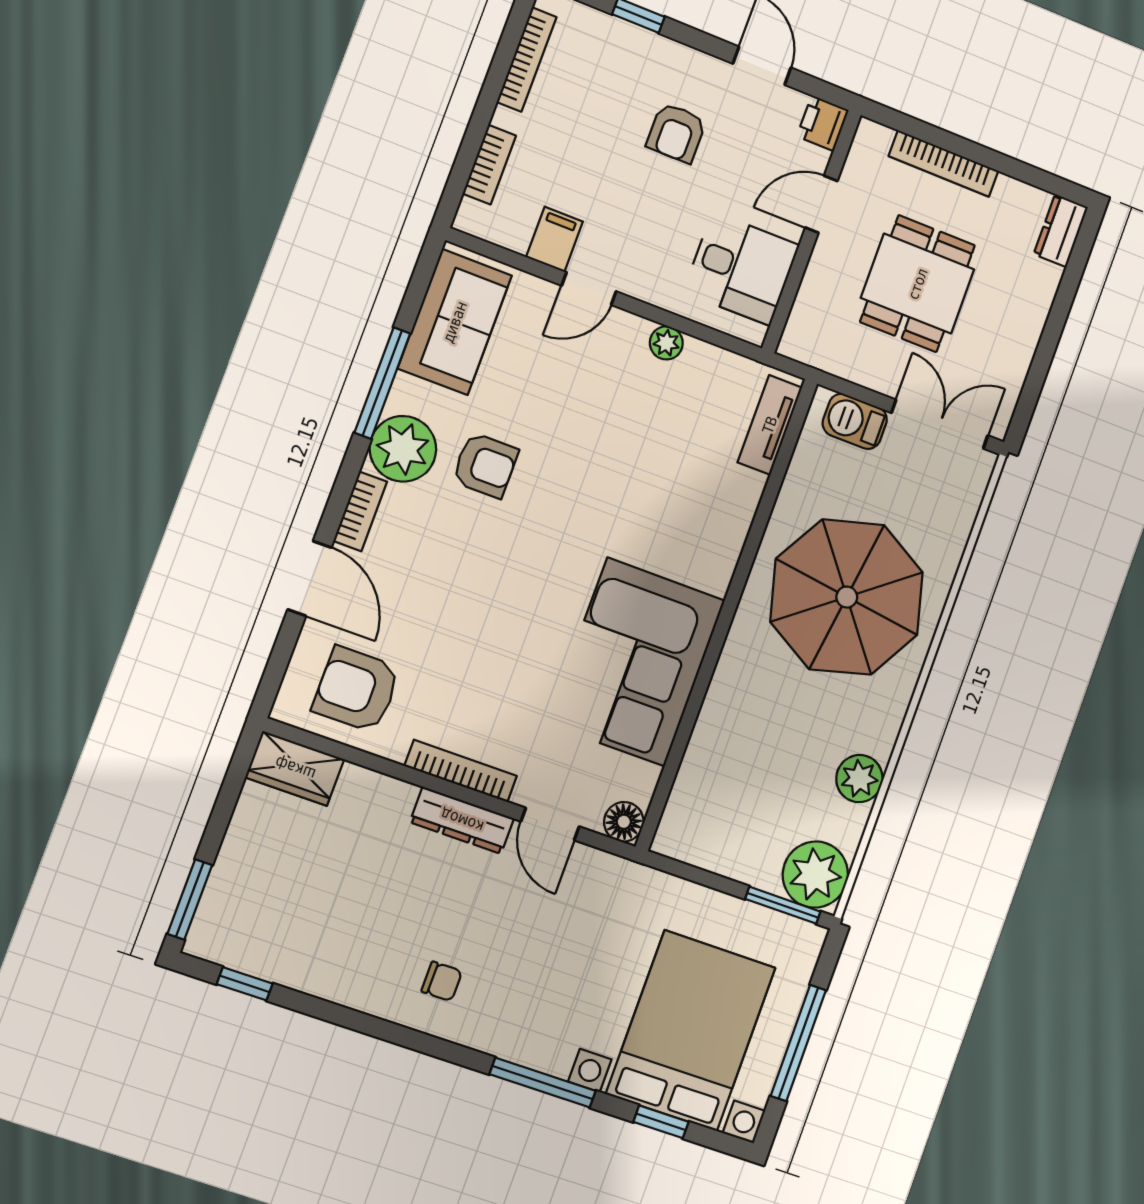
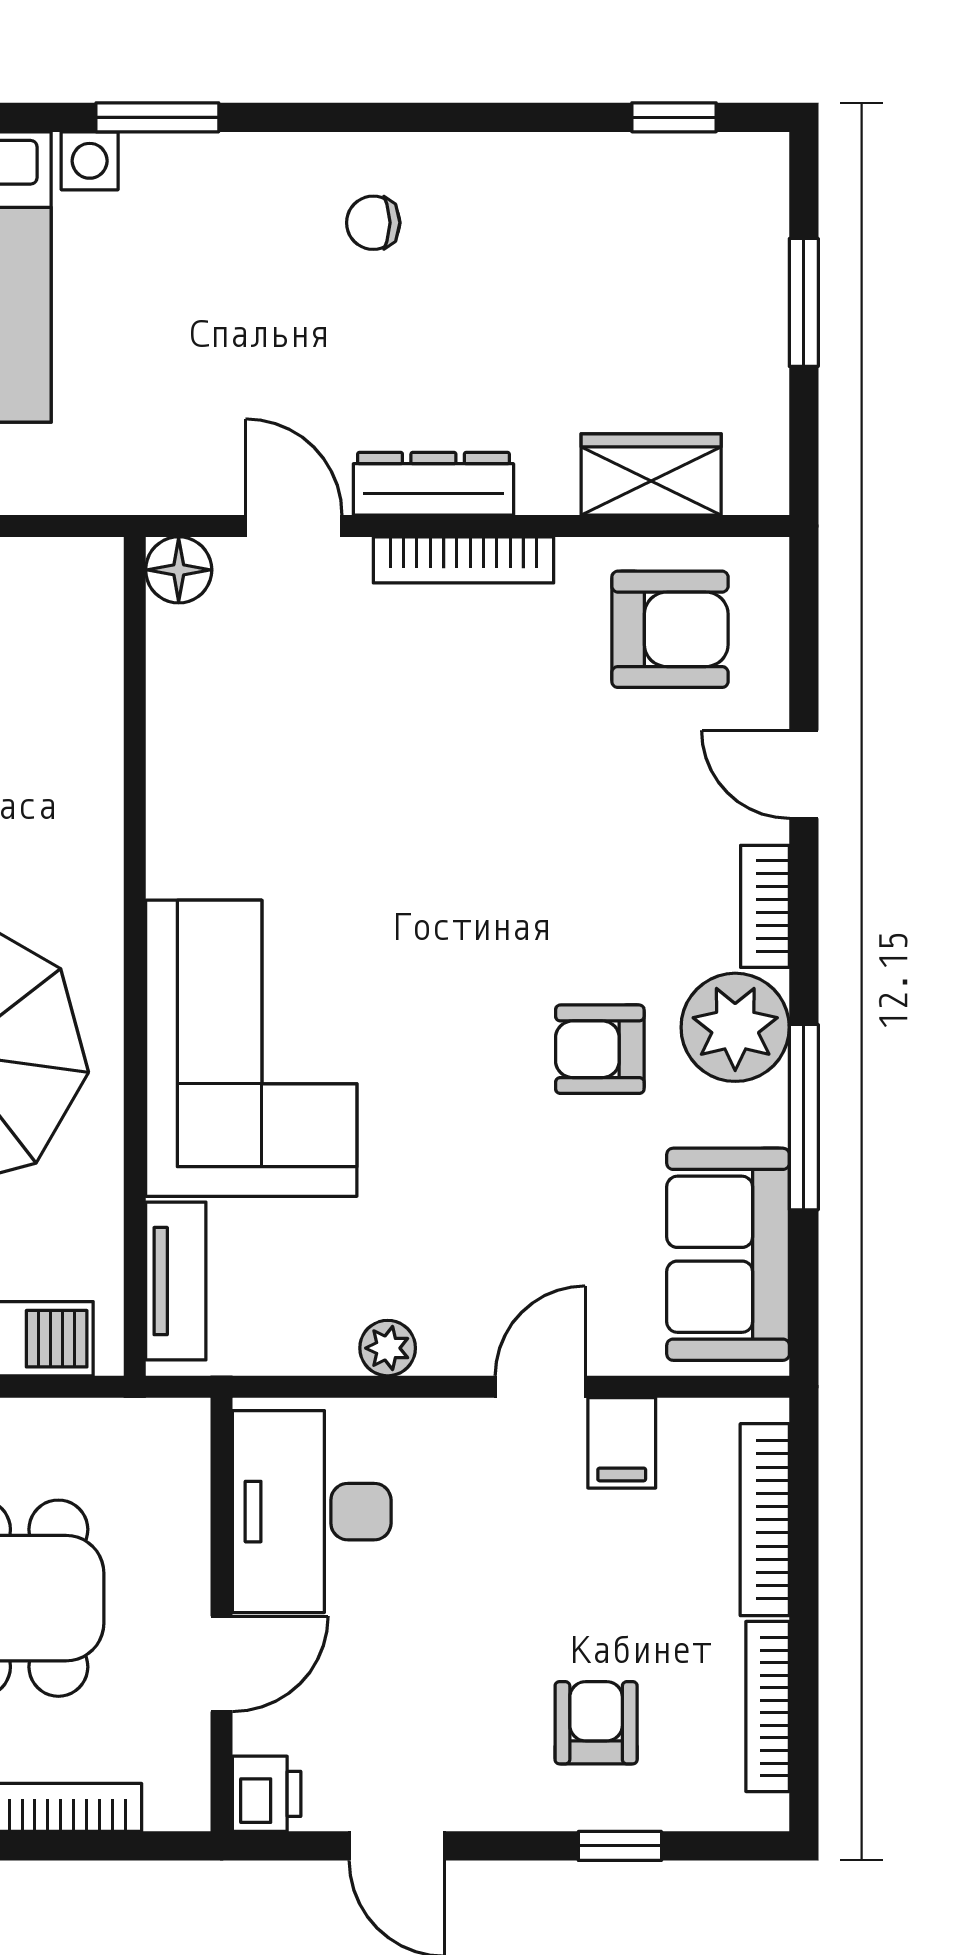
armchair: (676, 133) -> (596, 1723), moved
bookcase: (489, 165) -> (765, 1520), width x1.56
desk: (741, 269) -> (312, 1512), width x1.37
door: (309, 579) -> (804, 774), width x0.73
corner sofa: (636, 662) -> (251, 1048), moved
wardrobe: (295, 768) -> (651, 474), moved
window: (190, 900) -> (804, 302), moved
window: (543, 1083) -> (157, 117), width x0.69

